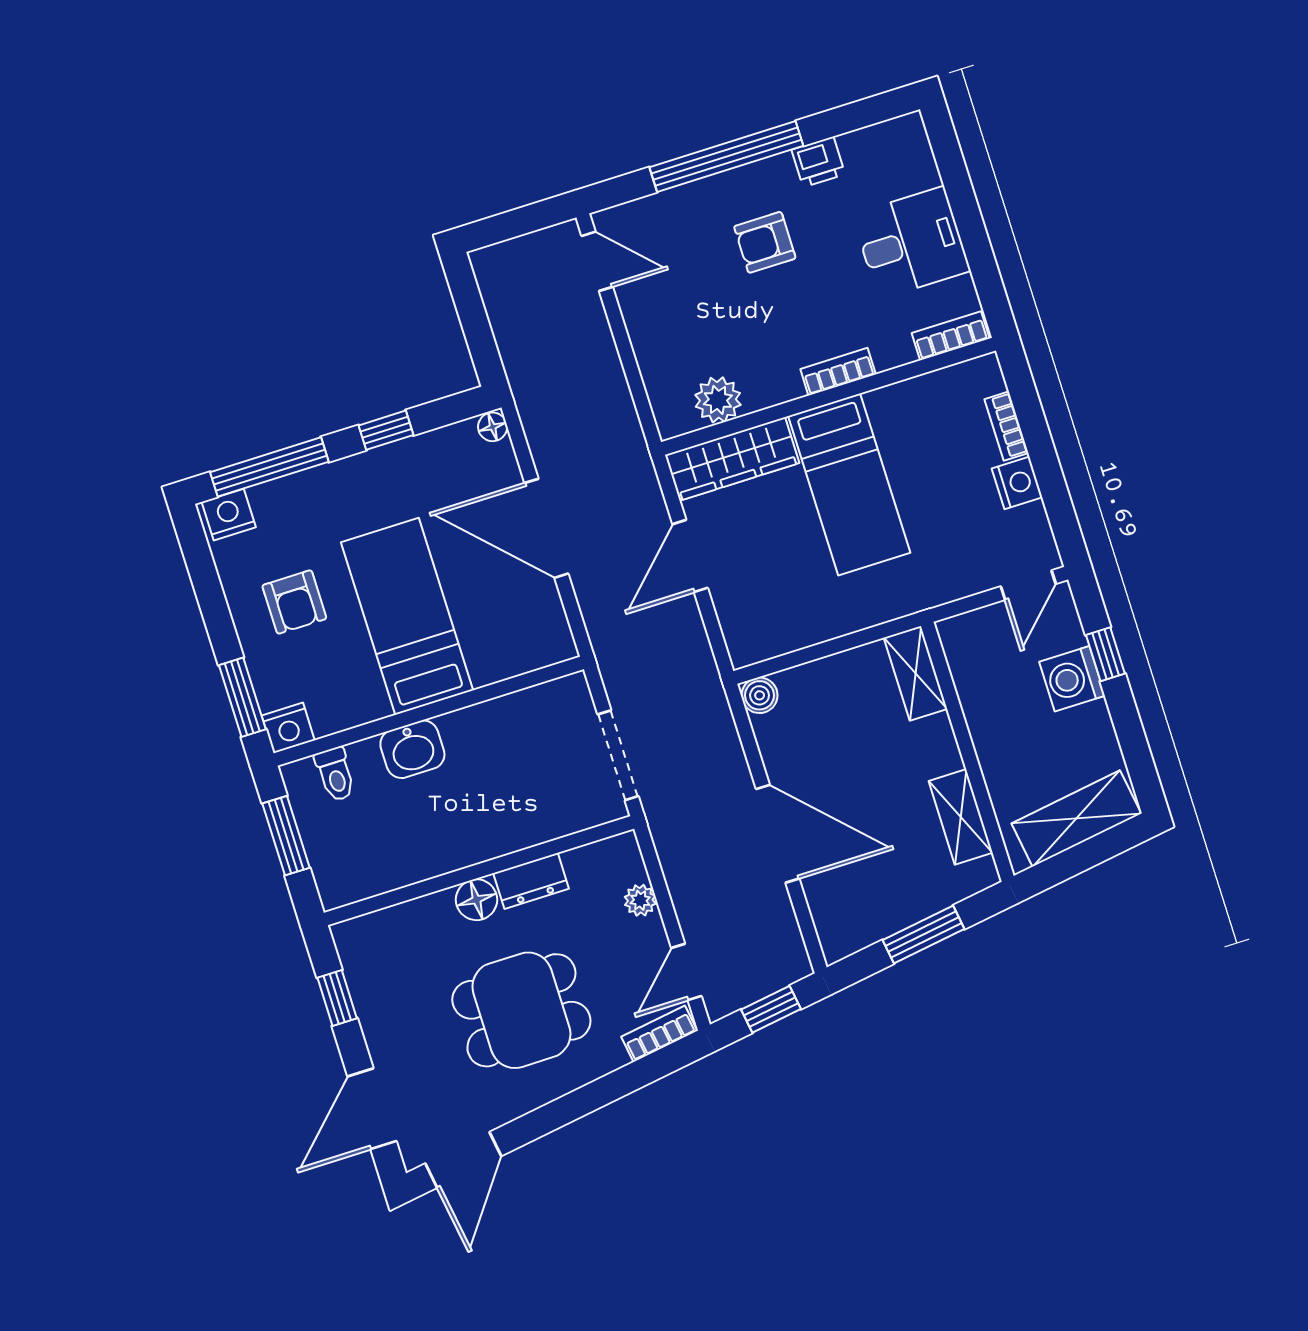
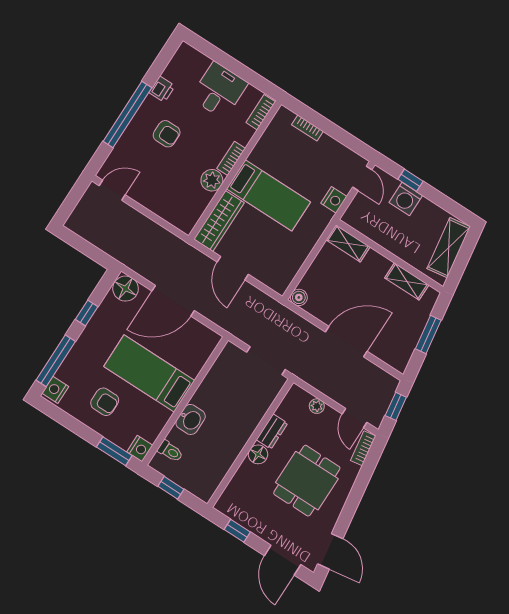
armchair: (765, 242) -> (167, 134), turned -90
plant: (718, 400) -> (212, 180), moved
floor lamp: (493, 427) -> (126, 289), width x1.89, depth x1.89
nightstand: (1017, 483) -> (334, 200), moved, turned 90
window: (286, 836) -> (171, 488), width x0.67

